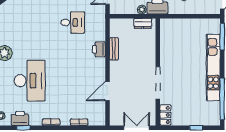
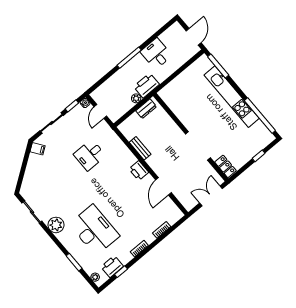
desk: (73, 22) -> (90, 155), turned 180
printer: (99, 49) -> (139, 171), moved

